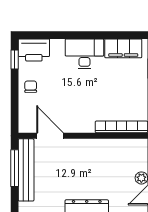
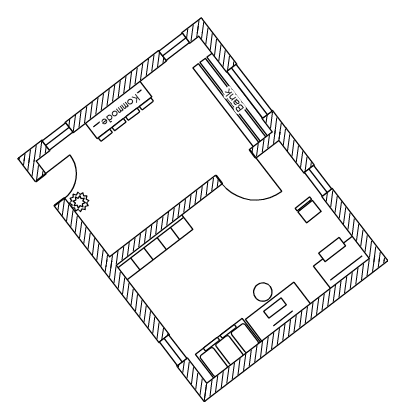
window: (15, 59) -> (318, 181), moved

